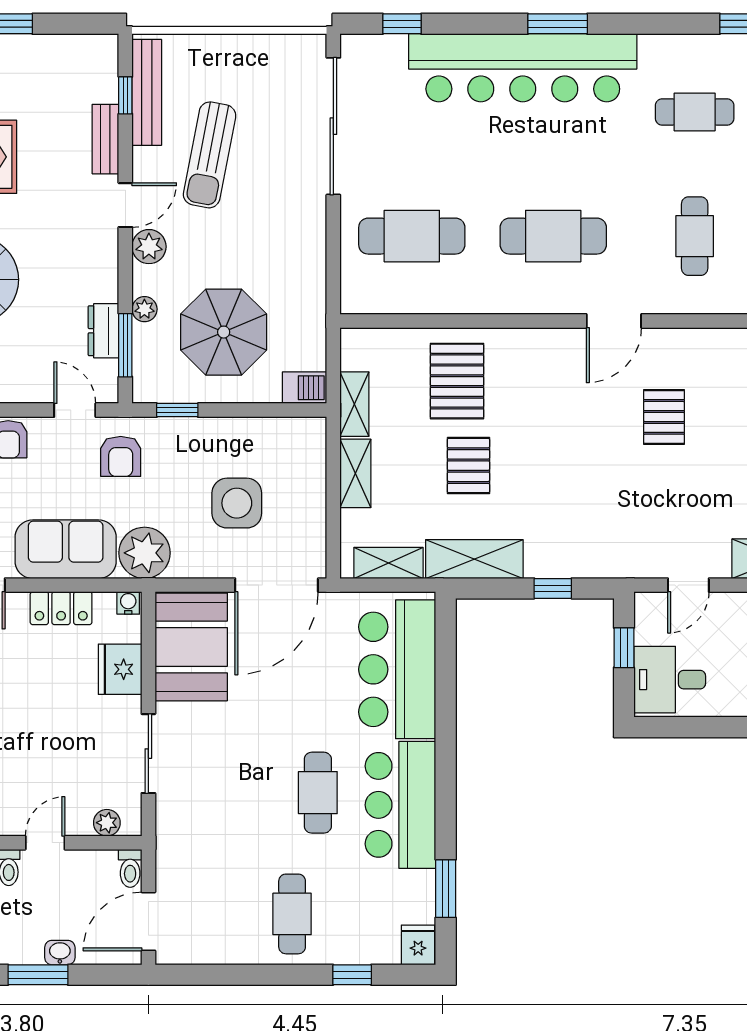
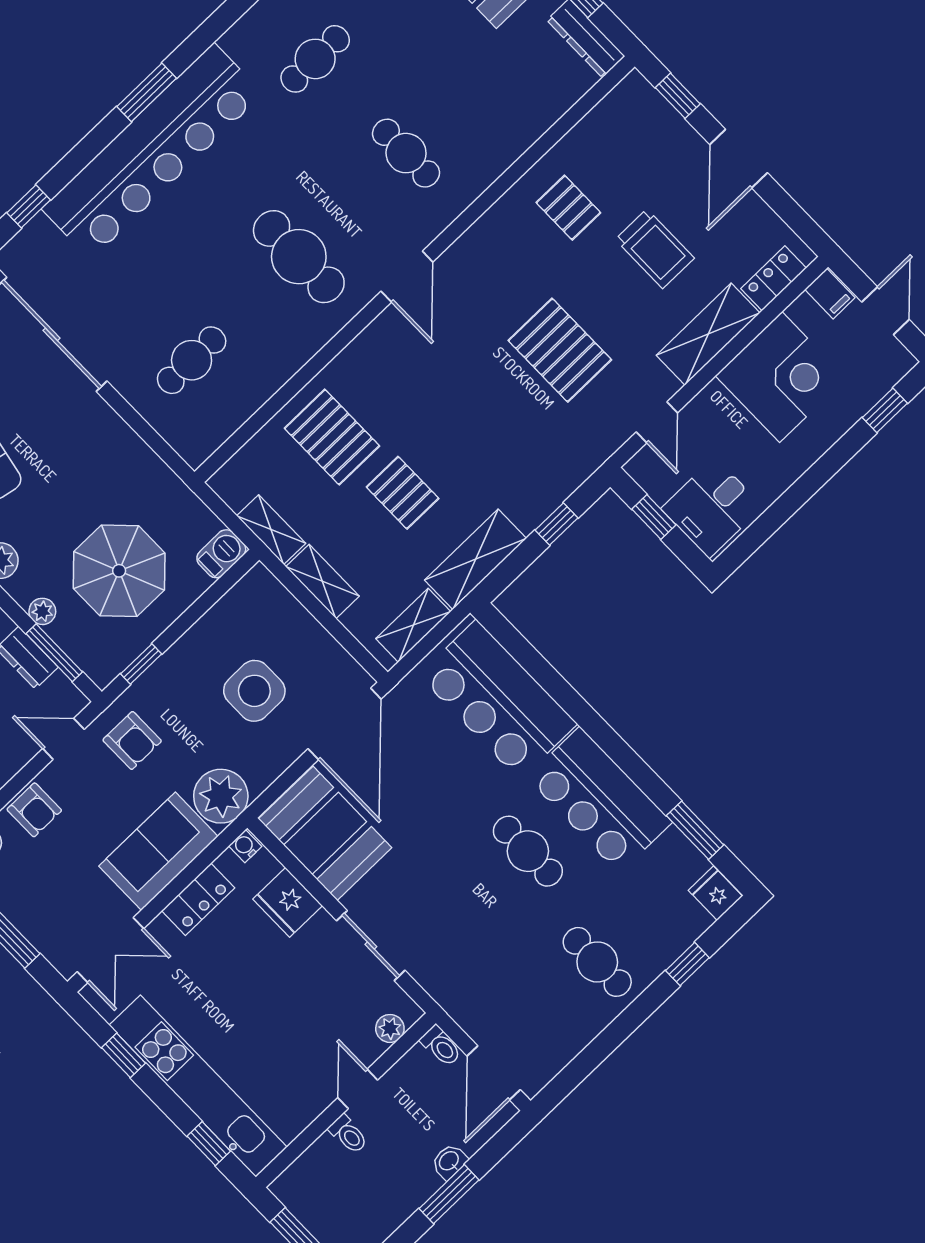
cafe table: (412, 236) -> (192, 360), width x0.73, depth x0.74
cafe table: (553, 236) -> (299, 257), turned 90
pallet: (664, 417) -> (560, 350), moved, width x1.50, depth x1.42

